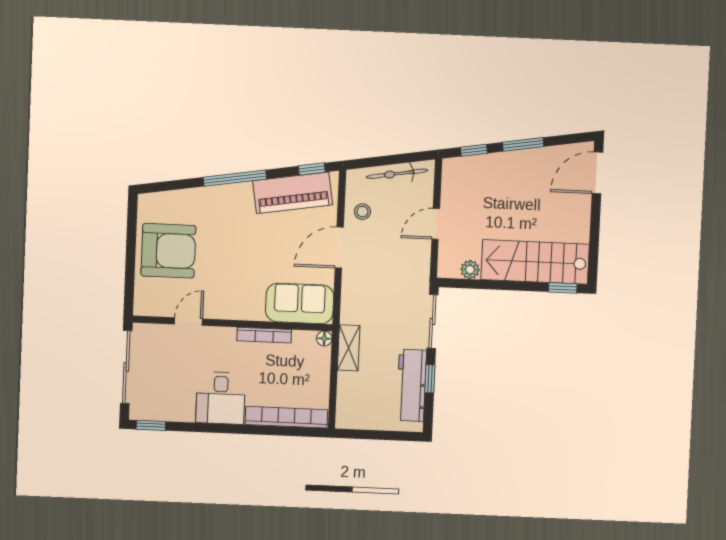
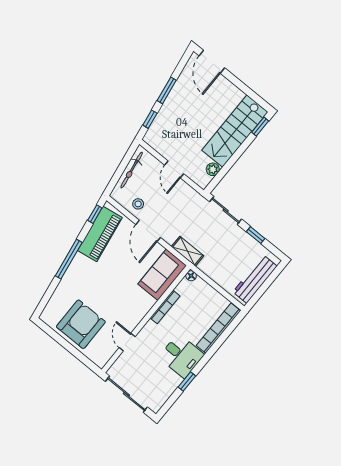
shelving: (349, 348) -> (188, 251), moved
workbench: (411, 385) -> (255, 279), moved, turned 90
window: (151, 425) -> (187, 382), moved

